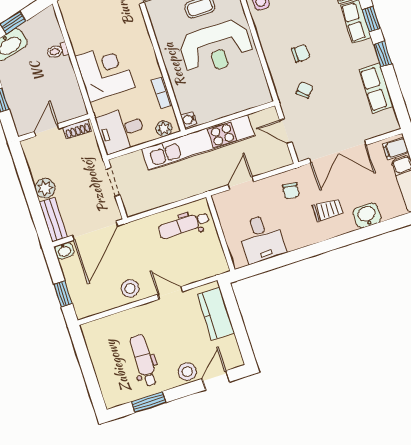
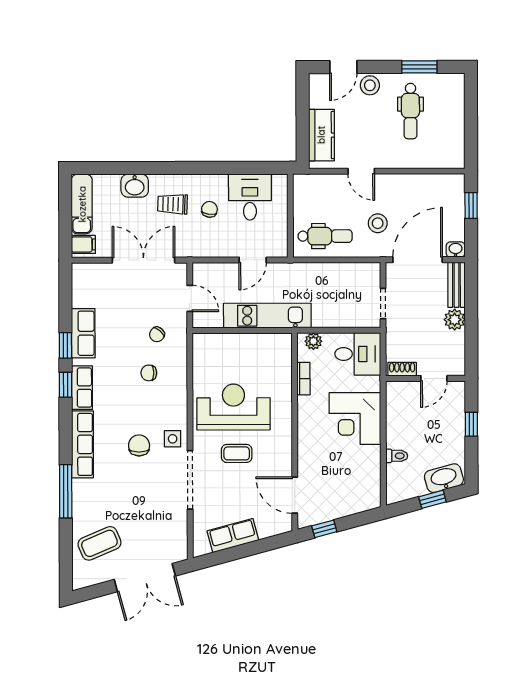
row of seats: (376, 88) -> (83, 333), moved
water cooler: (189, 119) -> (285, 342), removed
kitchen unit: (198, 143) -> (267, 316), width x0.73
chair: (291, 191) -> (209, 209), moved
stool: (130, 288) -> (378, 223), moved

